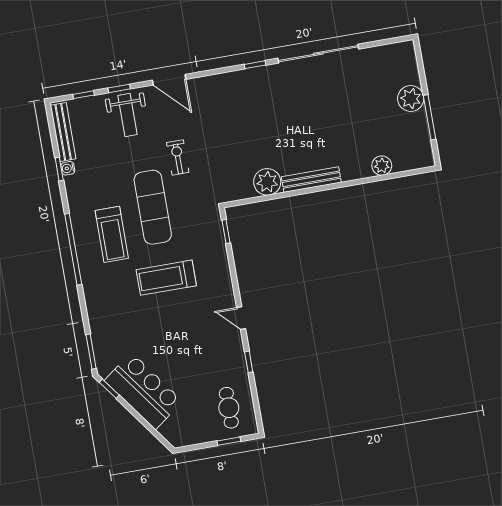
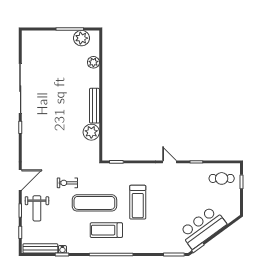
plant: (411, 98) -> (81, 38), moved
weight bench: (127, 115) -> (37, 208), turned 90
treadmill: (112, 234) -> (106, 230), turned 180
door: (241, 318) -> (170, 162), swing flipped

